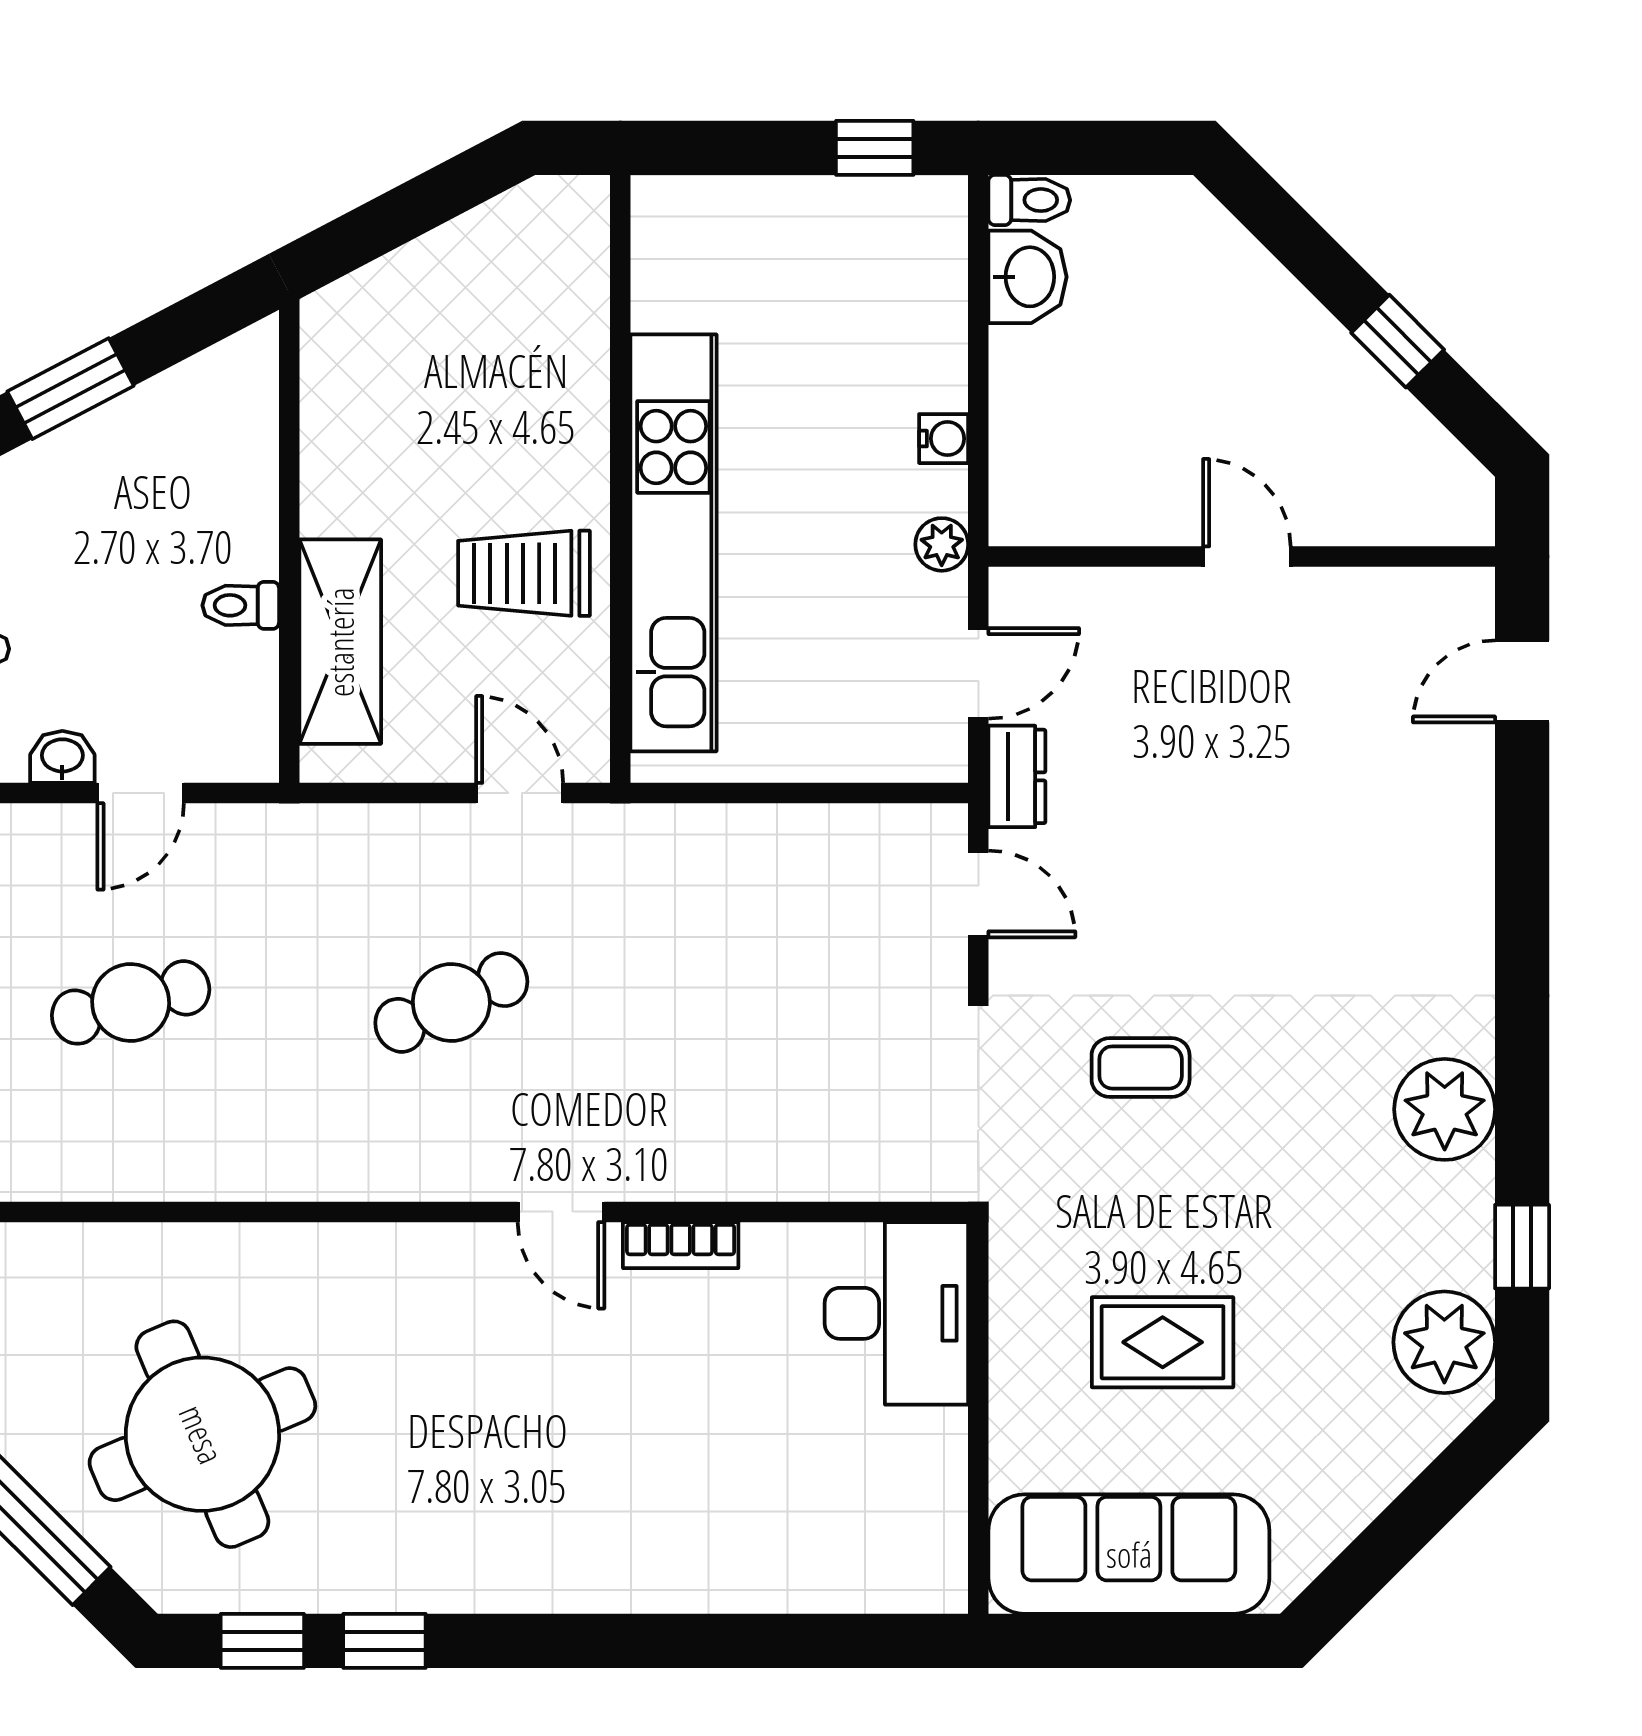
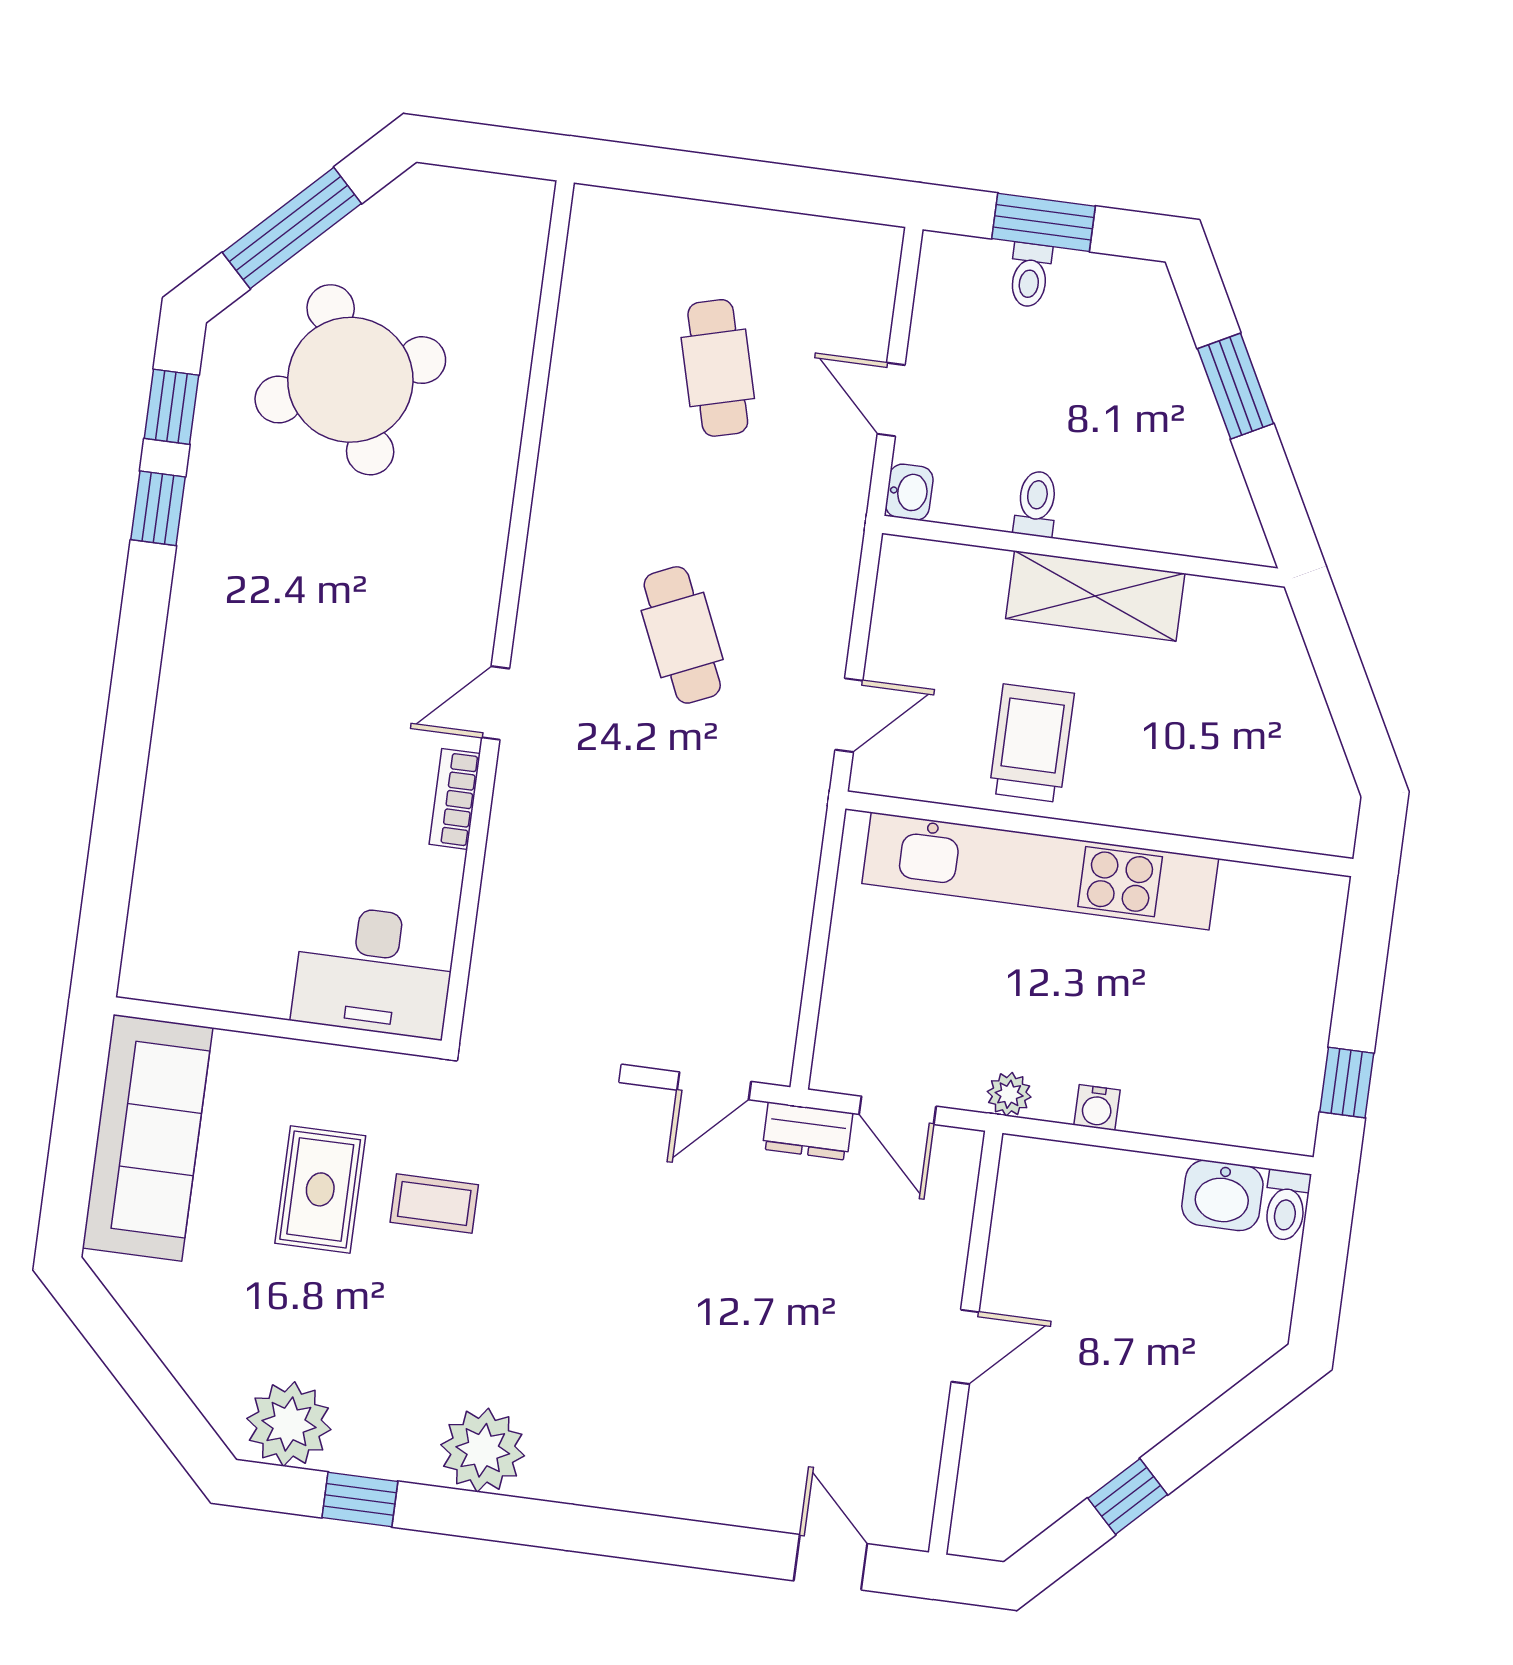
shelving: (340, 642) -> (1095, 596), moved
washbasin: (62, 757) -> (909, 492), moved
coffee table: (1141, 1067) -> (434, 1203), moved, turned 90

